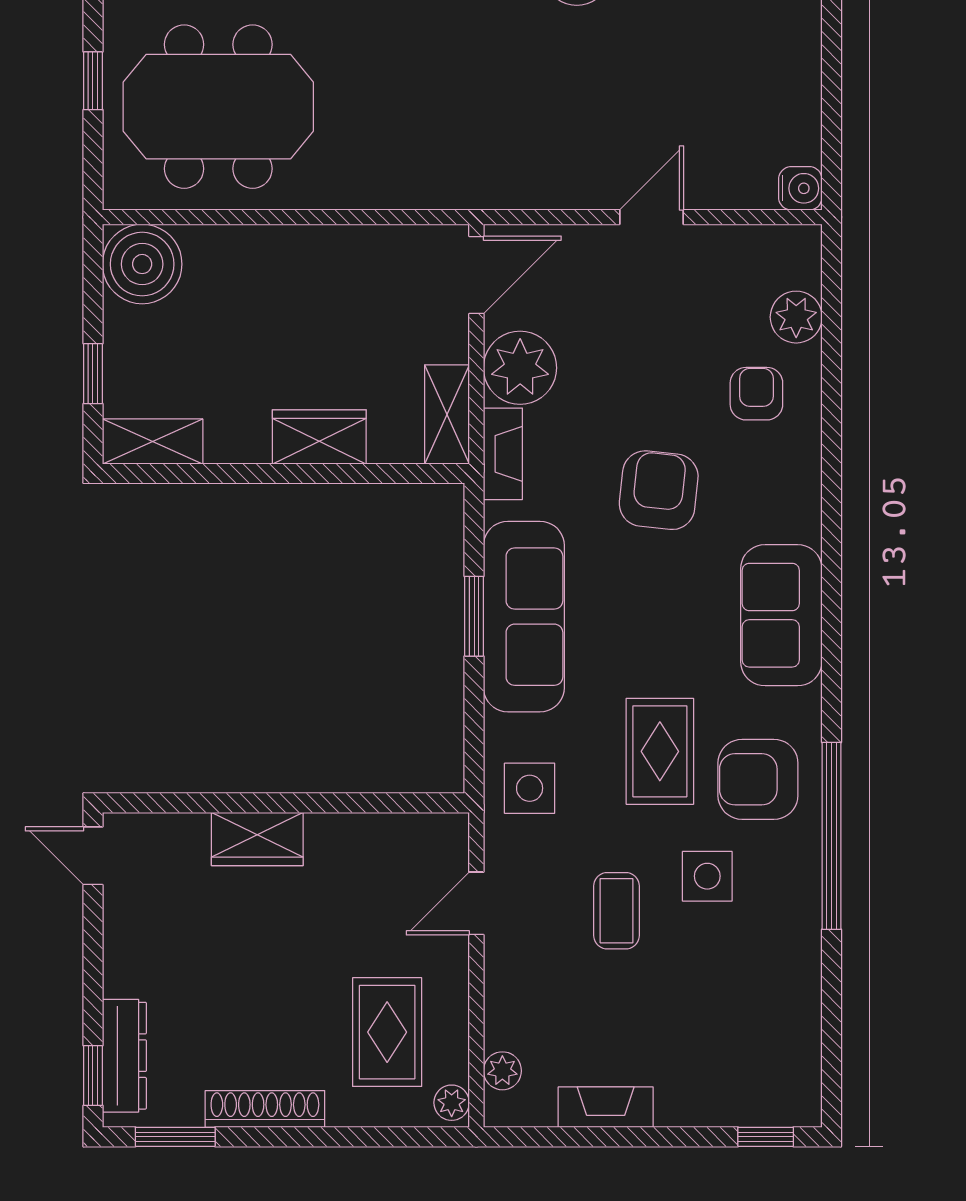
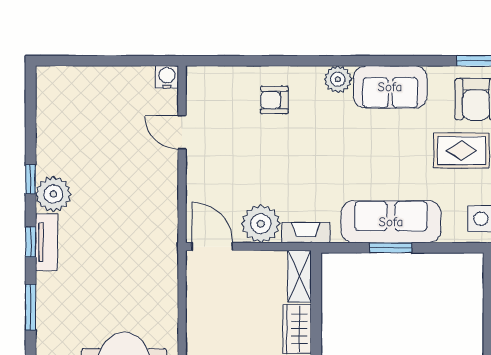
door: (651, 217) -> (182, 132), moved
plant: (796, 317) -> (338, 79), moved
shelving: (447, 414) -> (300, 276), moved, turned 90
armchair: (659, 490) -> (325, 151), removed

